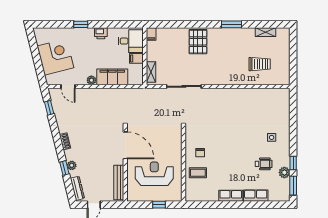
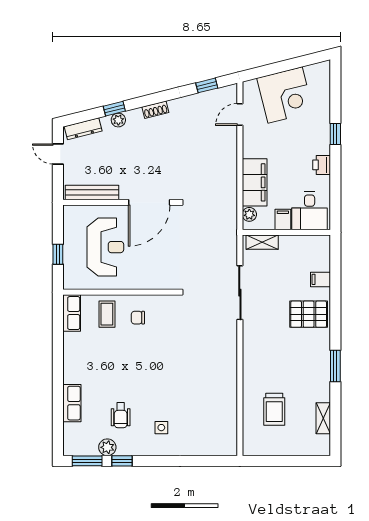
filing cabinet: (151, 34) -> (321, 279), moved
plant: (91, 80) -> (249, 214), moved
row of seats: (231, 196) -> (72, 313), moved

